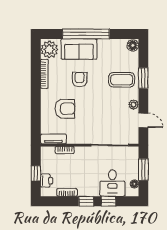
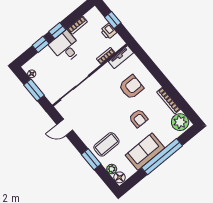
sofa: (79, 49) -> (145, 152), moved
plant: (134, 105) -> (112, 169), moved
armchair: (65, 109) -> (131, 87), turned 180
printer: (47, 181) -> (108, 31), moved
desk: (112, 183) -> (66, 47), moved

